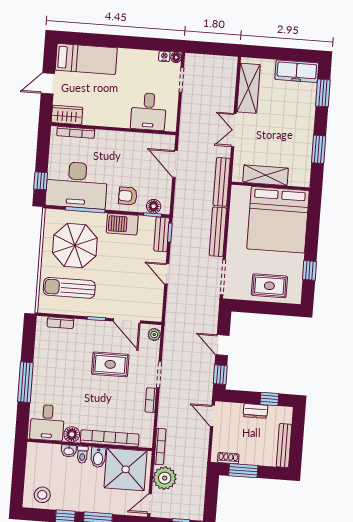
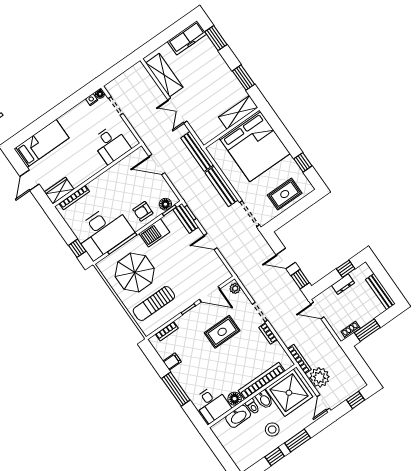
shelving: (266, 175) -> (238, 112), moved
filing cabinet: (43, 354) -> (172, 361), added
washbasin: (69, 451) -> (238, 416), width x1.91, depth x1.45
stool: (42, 495) -> (272, 430), moved

